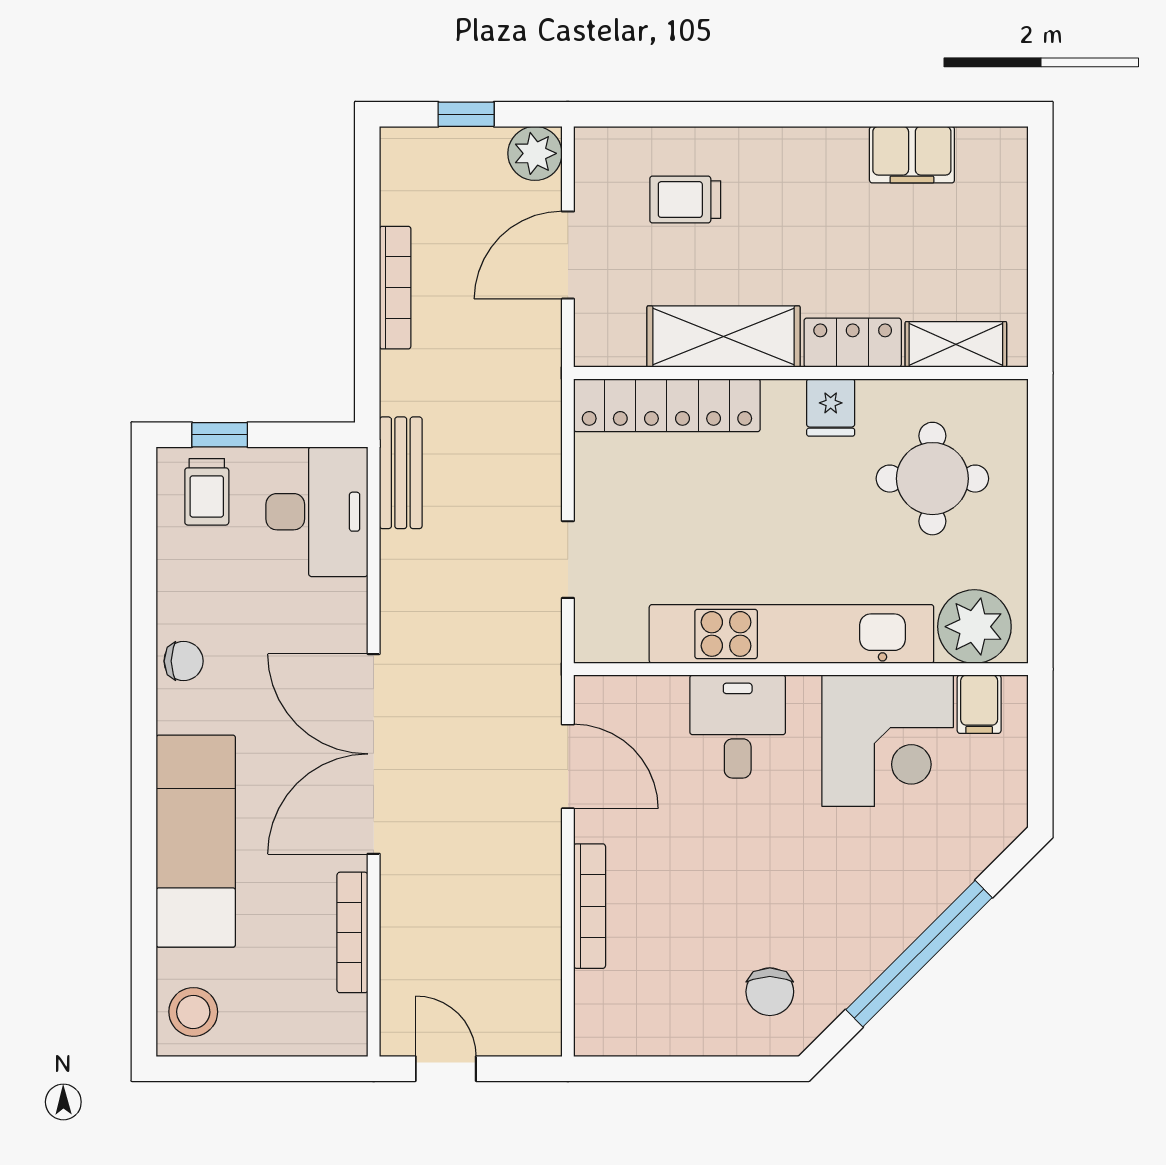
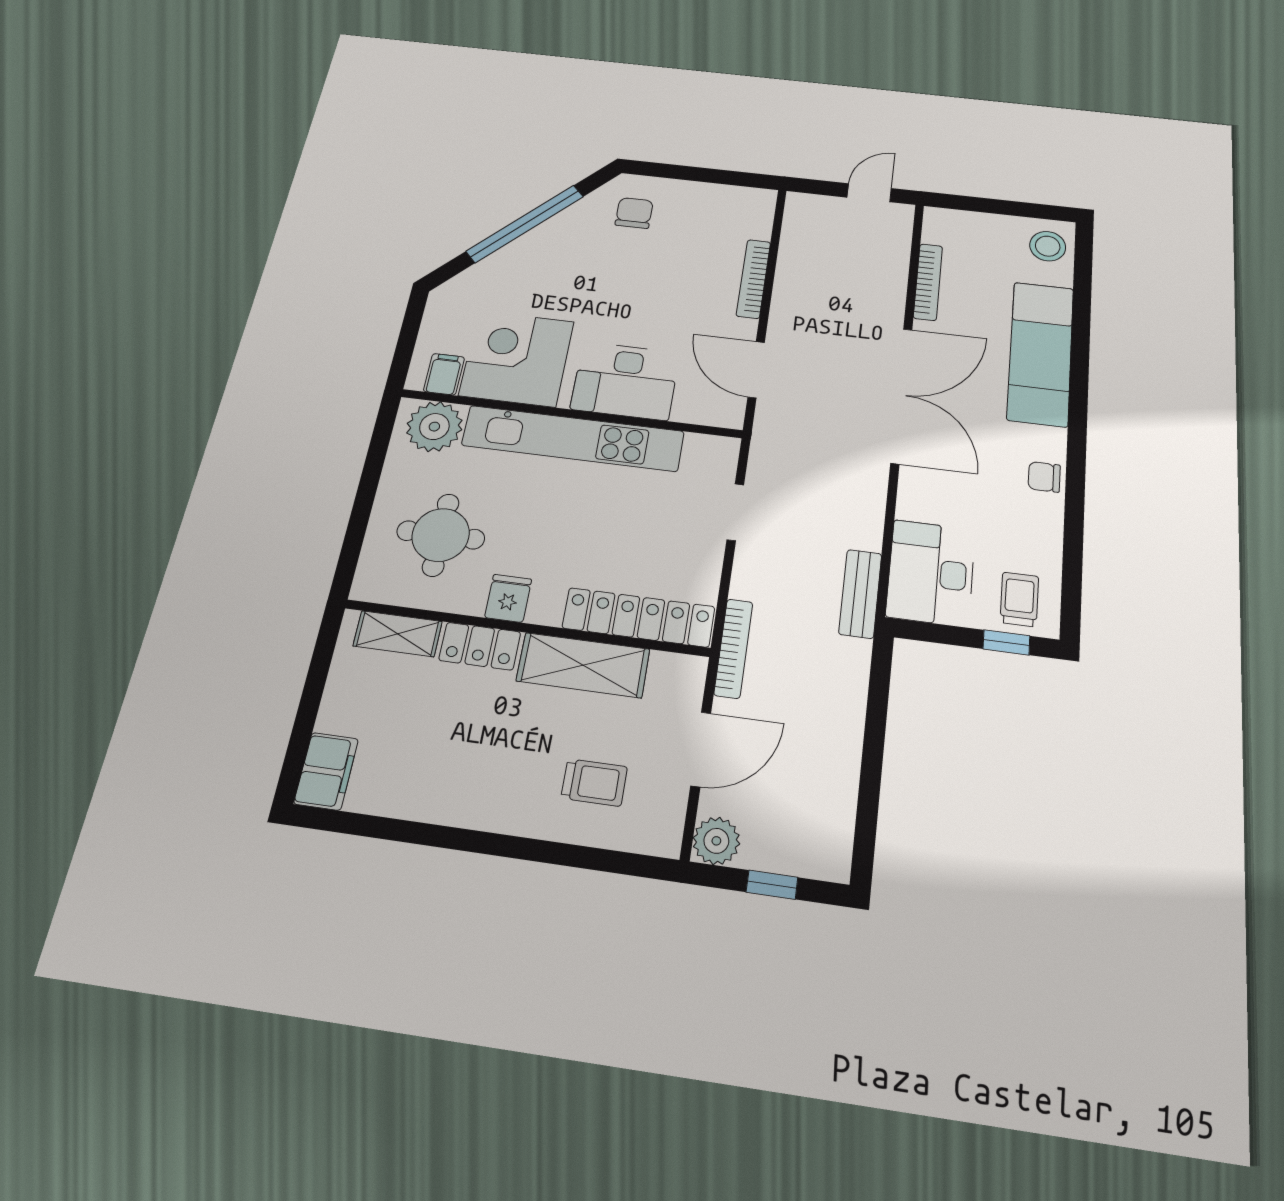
filing cabinet: (912, 155) -> (326, 771), moved, turned 90
bookcase: (395, 288) -> (733, 648), moved, turned 180
desk: (738, 727) -> (625, 381), width x1.37
door: (446, 1069) -> (869, 193), swing flipped

